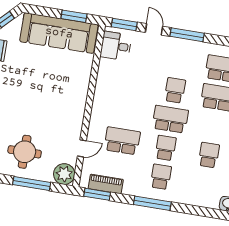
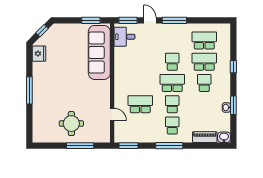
sofa: (59, 33) -> (99, 52), moved, turned 90
door: (82, 148) -> (112, 114), hinge flipped
school desk: (209, 155) -> (204, 83), moved
plant: (64, 174) -> (102, 135), removed
piano: (106, 184) -> (205, 137), moved

